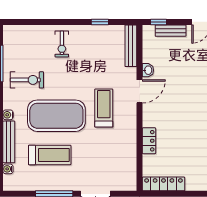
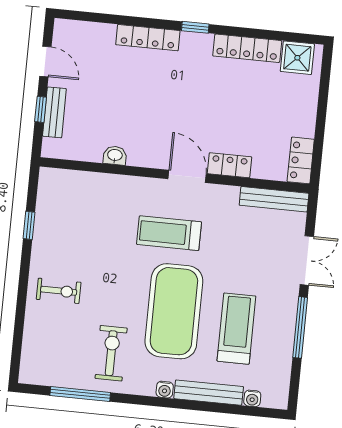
window: (159, 22) -> (41, 109), moved
bench: (131, 46) -> (274, 199), moved
door: (140, 91) -> (187, 176), moved
locker: (163, 184) -> (301, 160), width x0.66

